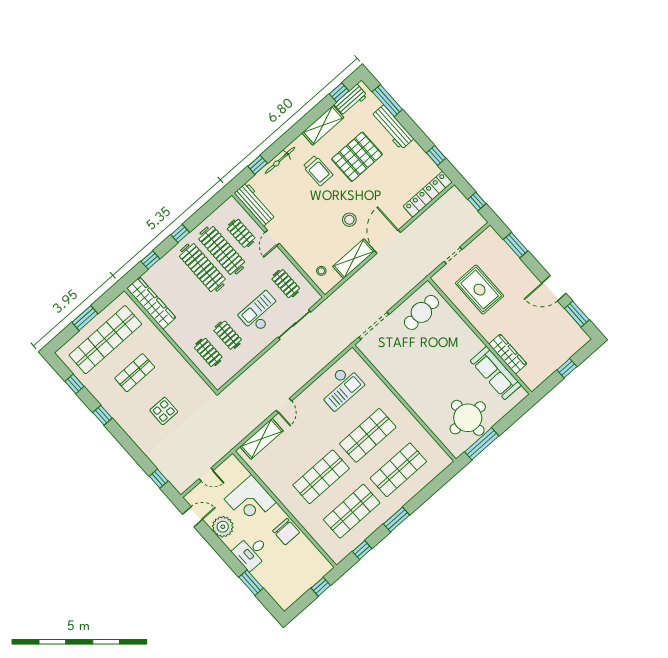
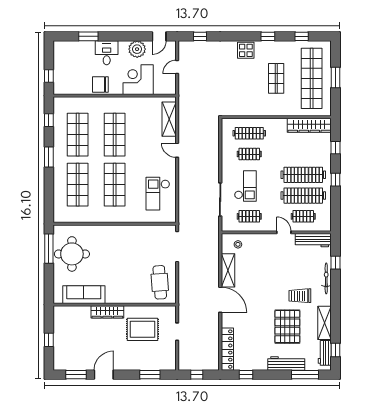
stool: (349, 220) -> (254, 288), removed
clothes rail: (208, 352) -> (249, 133), width x1.36
wardrobe: (508, 354) -> (107, 312), moved
display table: (164, 411) -> (246, 50), moved

